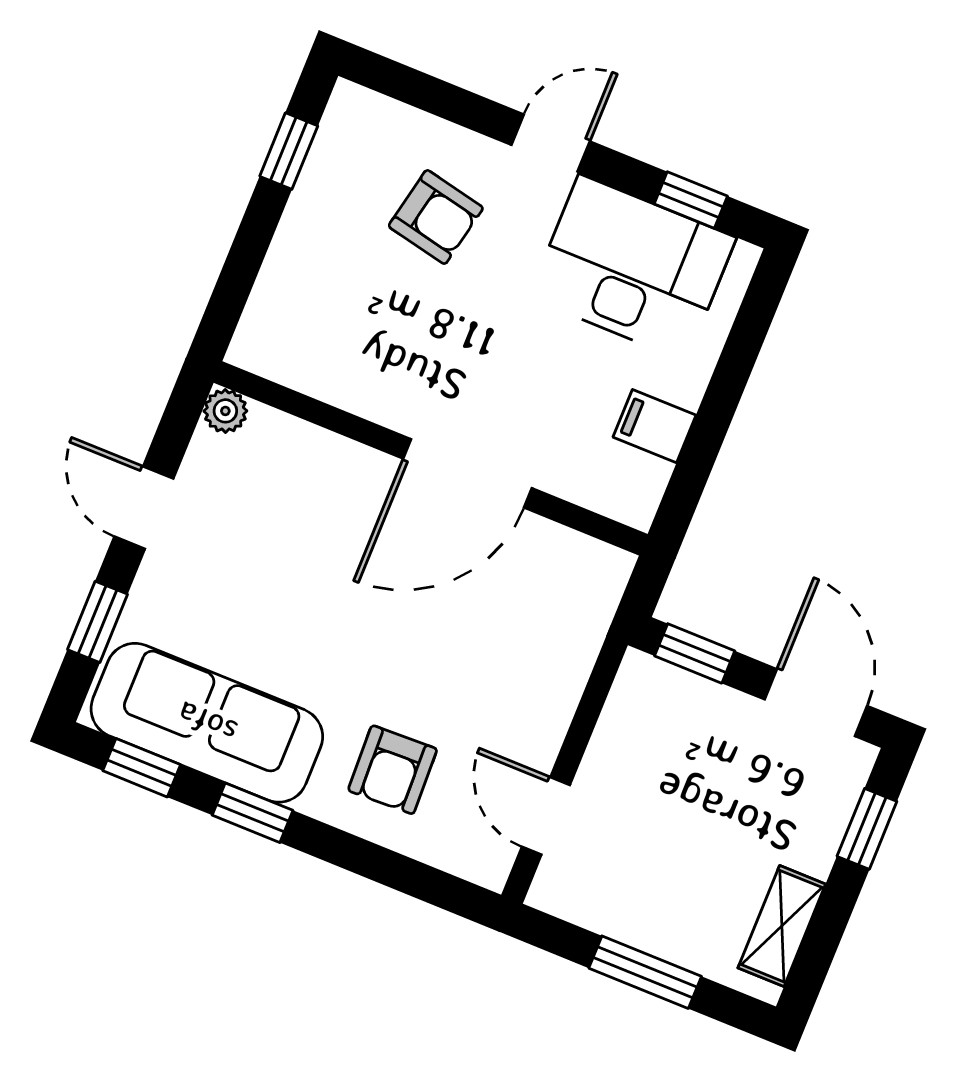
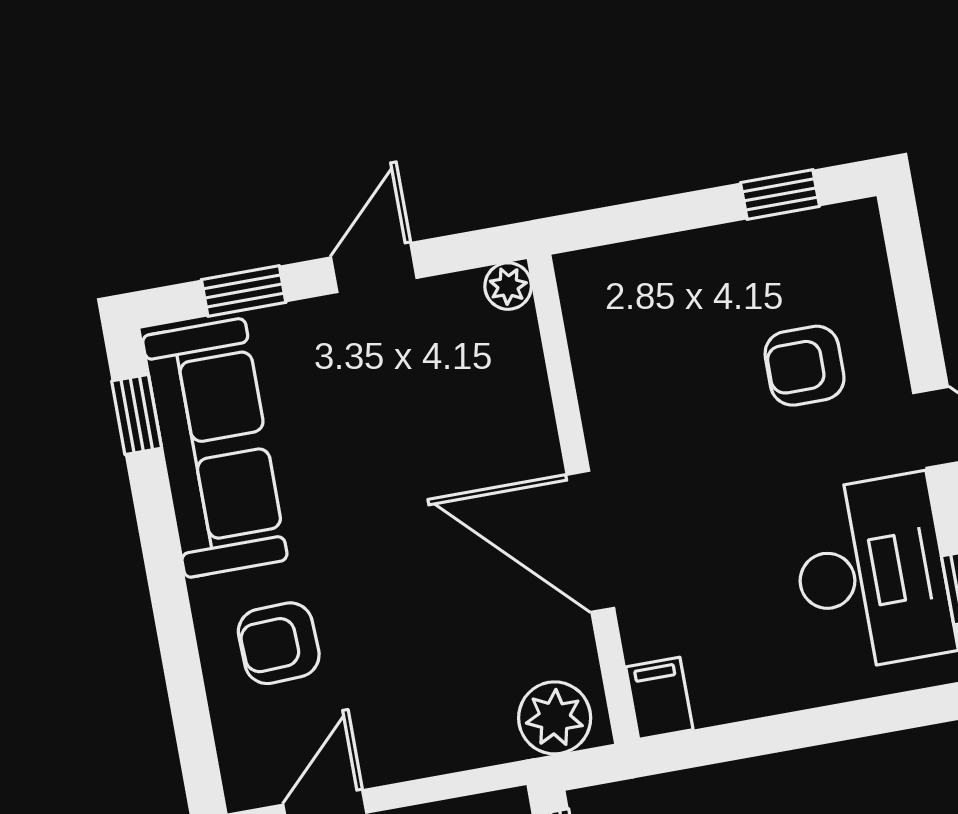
armchair: (436, 217) -> (805, 366), turned 78
filing cabinet: (655, 426) -> (659, 698), moved
plant: (589, 590) -> (555, 718), added
window: (253, 813) -> (159, 541), removed

